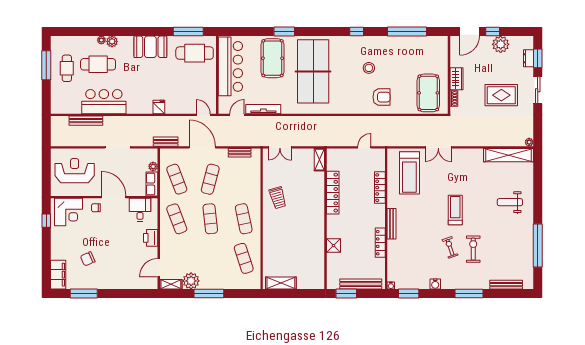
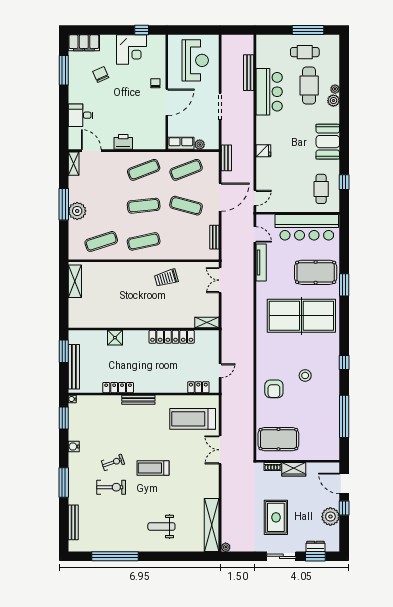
window: (188, 32) -> (344, 182), width x0.46
cafe table: (195, 53) -> (321, 189), width x0.73, depth x0.74
door: (364, 147) -> (220, 371), hinge flipped
locker: (380, 188) -> (198, 387), moved, width x0.66
weight bench: (510, 202) -> (161, 526), turned -90
desk: (140, 210) -> (81, 115), moved, turned 180
treadmill: (455, 210) -> (153, 468), turned 180
corner desk: (68, 212) -> (131, 50), moved, turned -90
plant: (191, 281) -> (77, 211), moved

